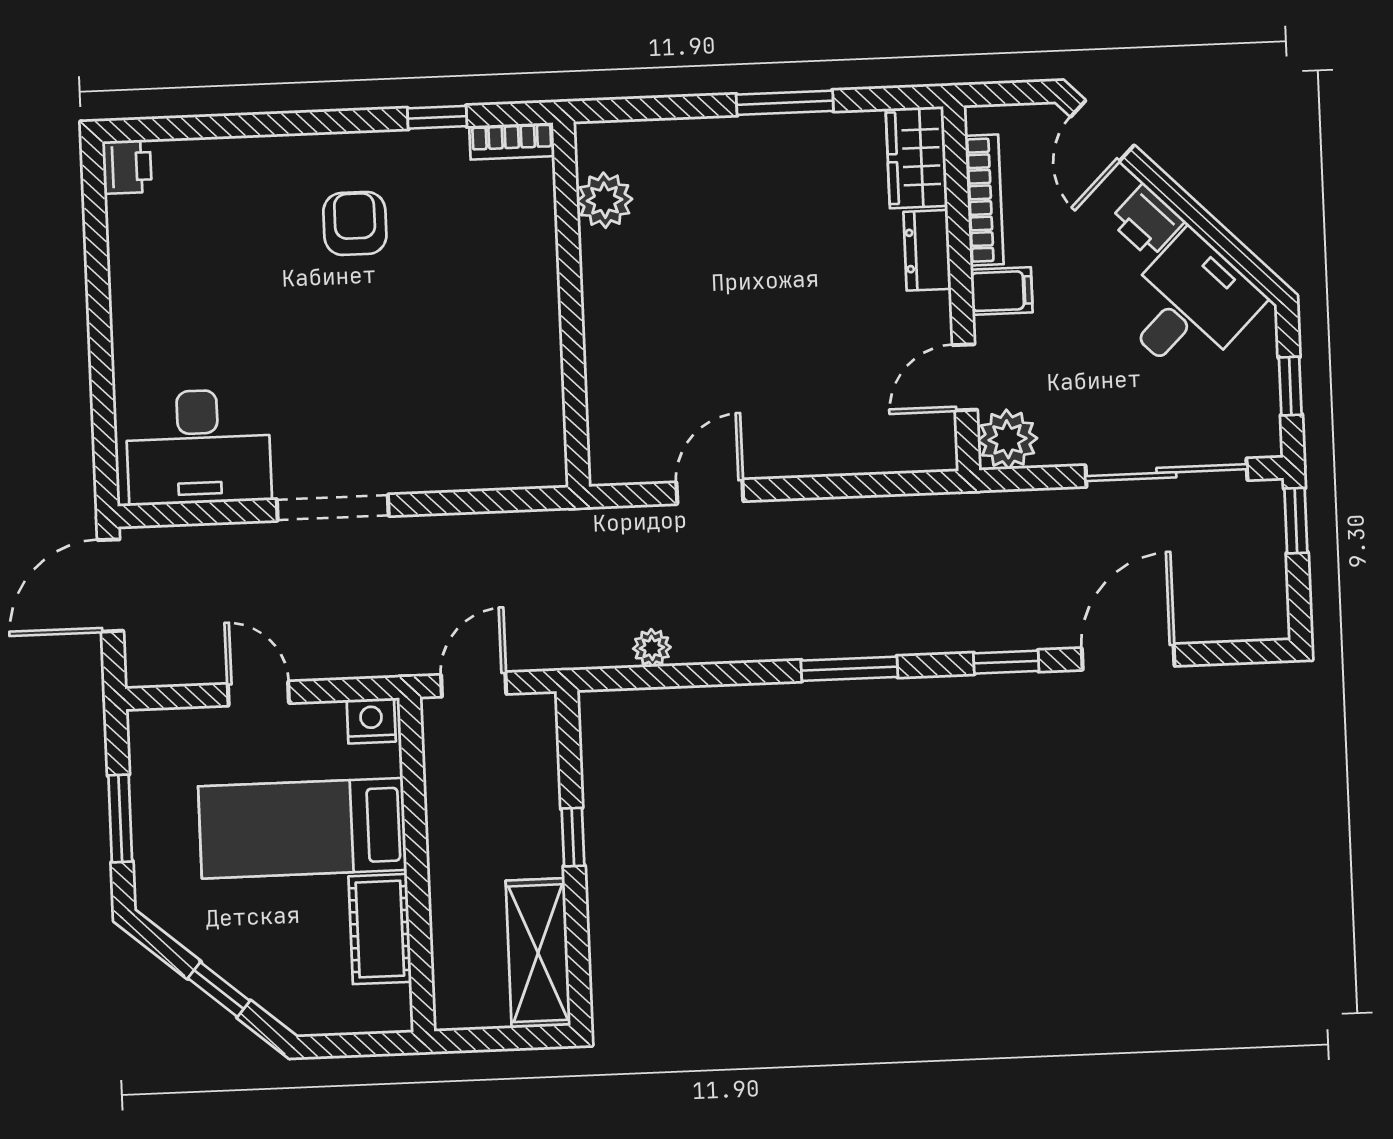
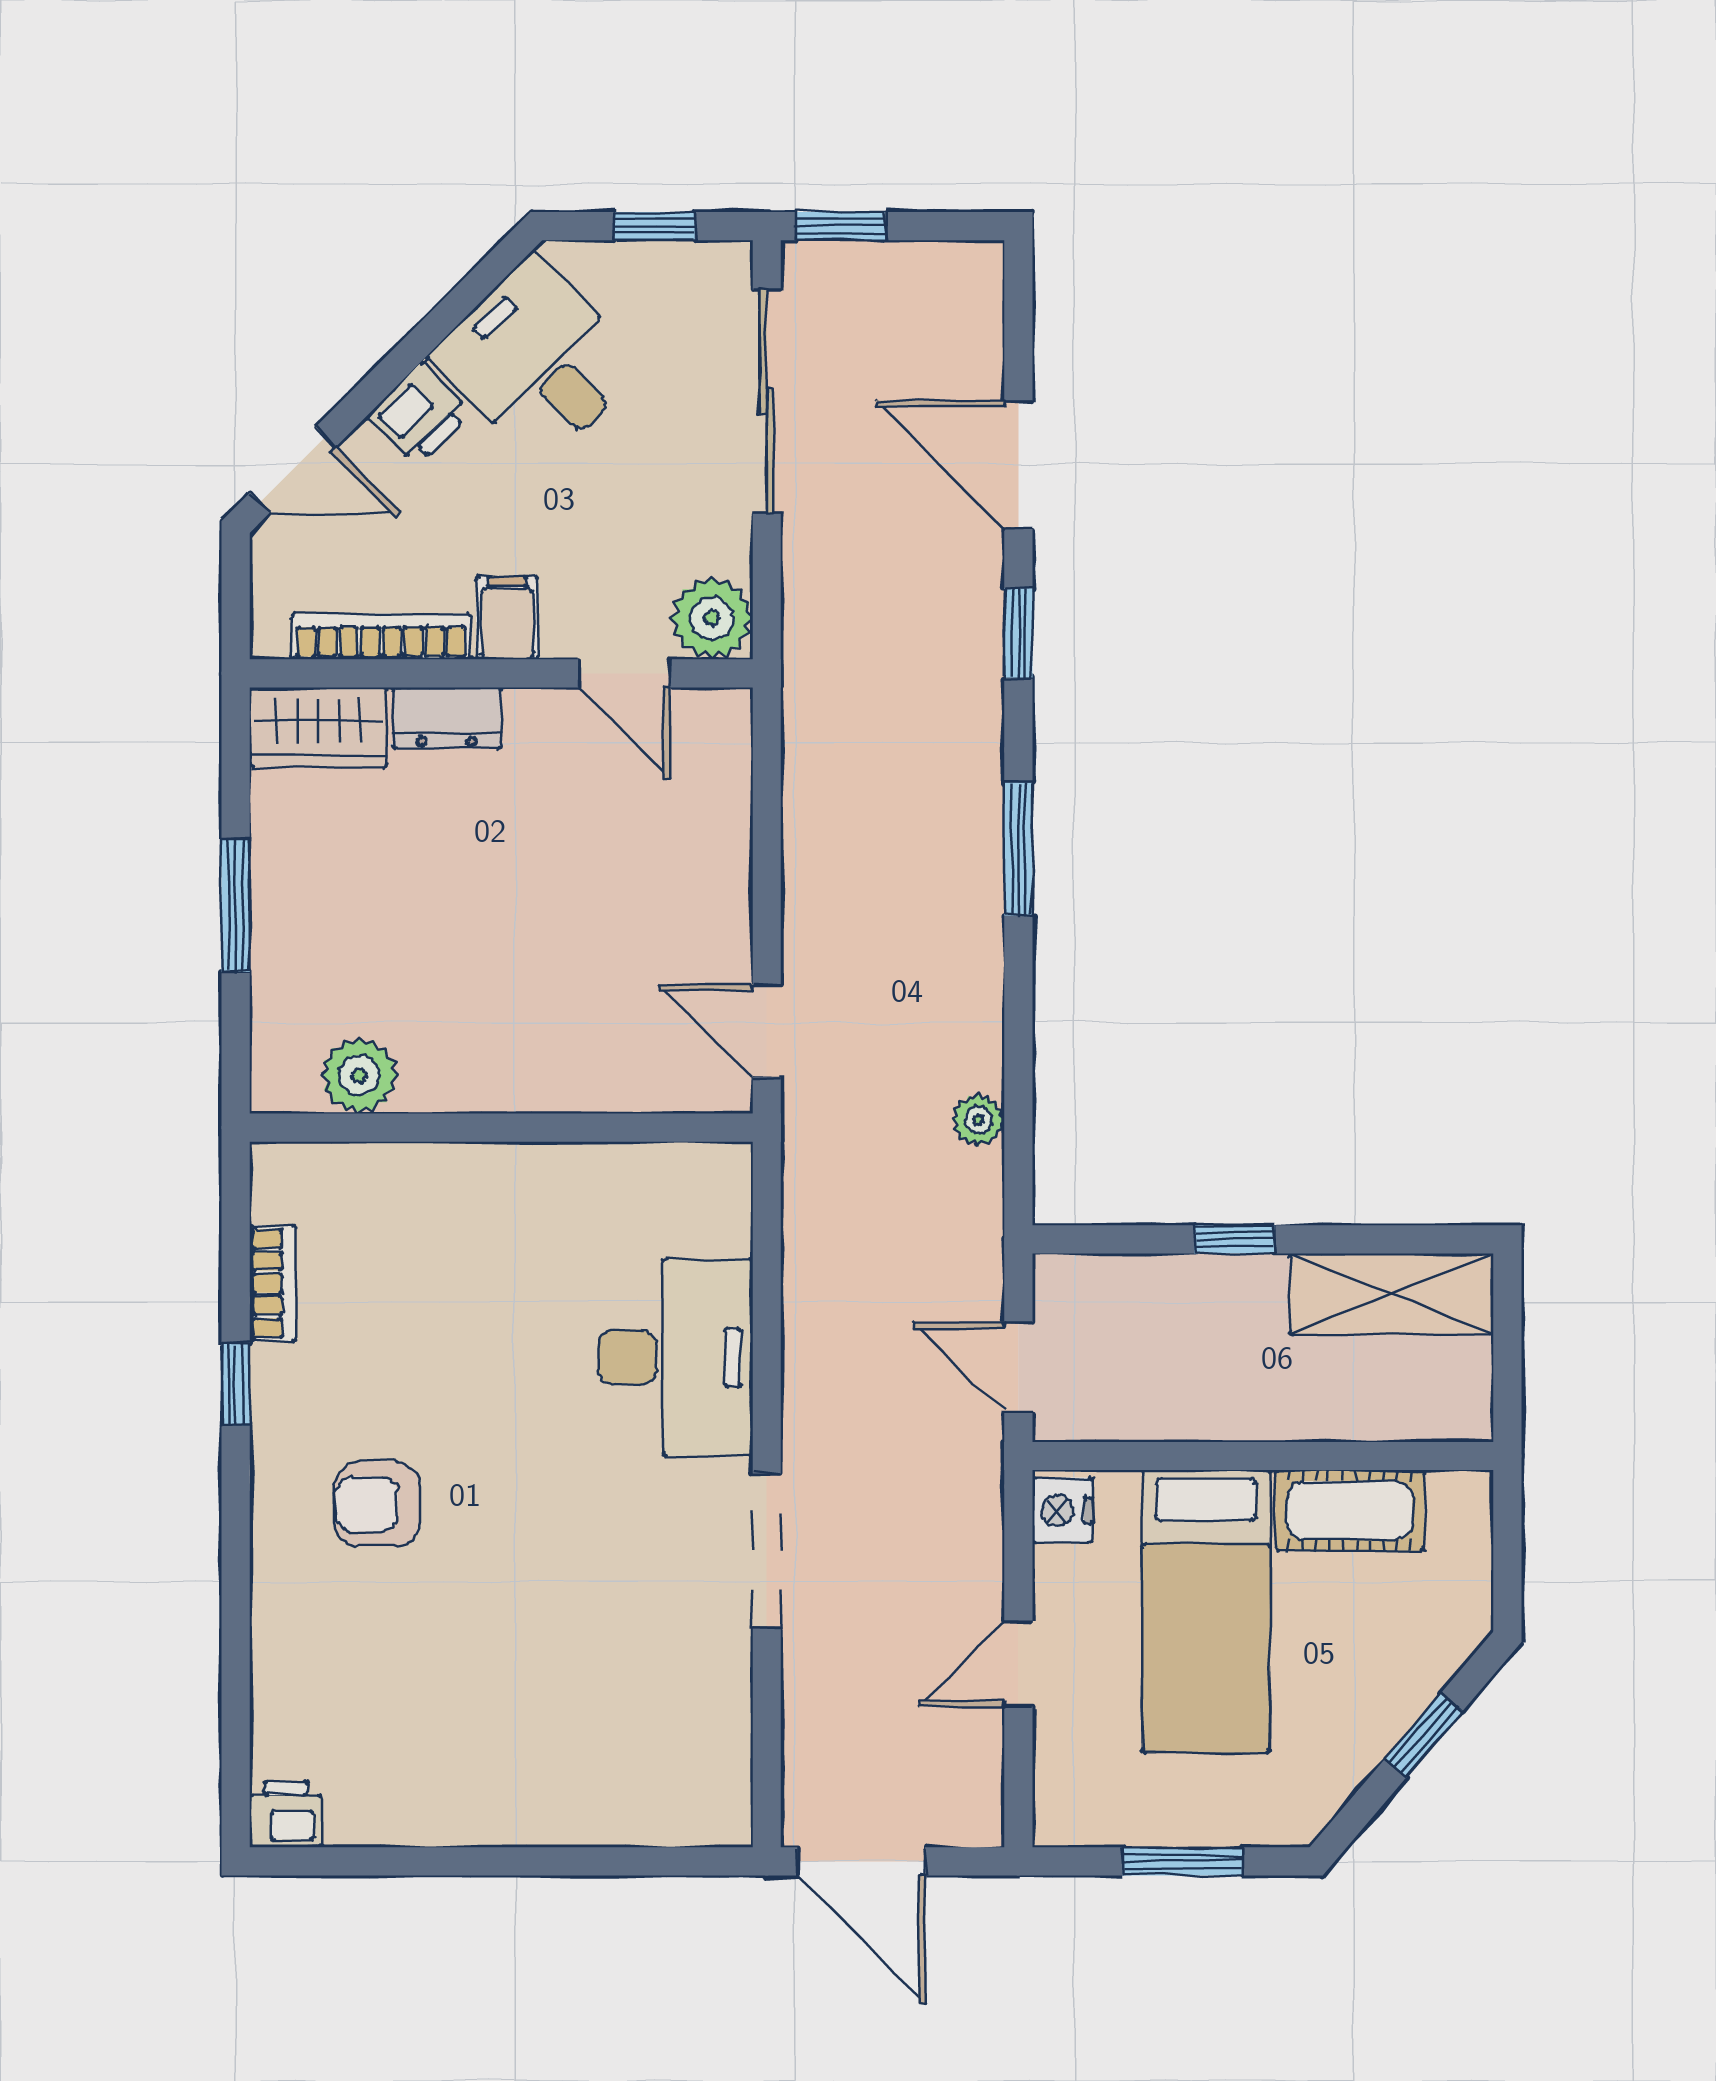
plant: (605, 200) -> (359, 1075), moved
wall: (571, 305) -> (501, 1128), moved
desk: (198, 447) -> (676, 1357), moved

